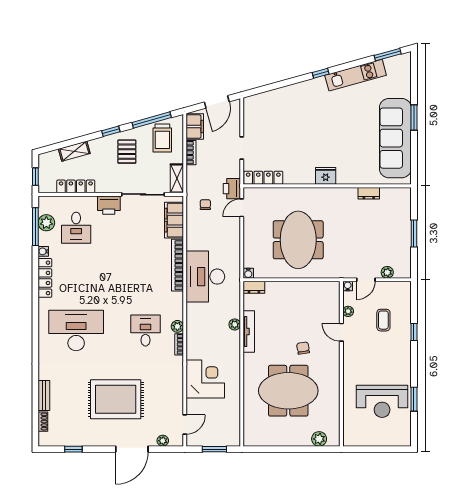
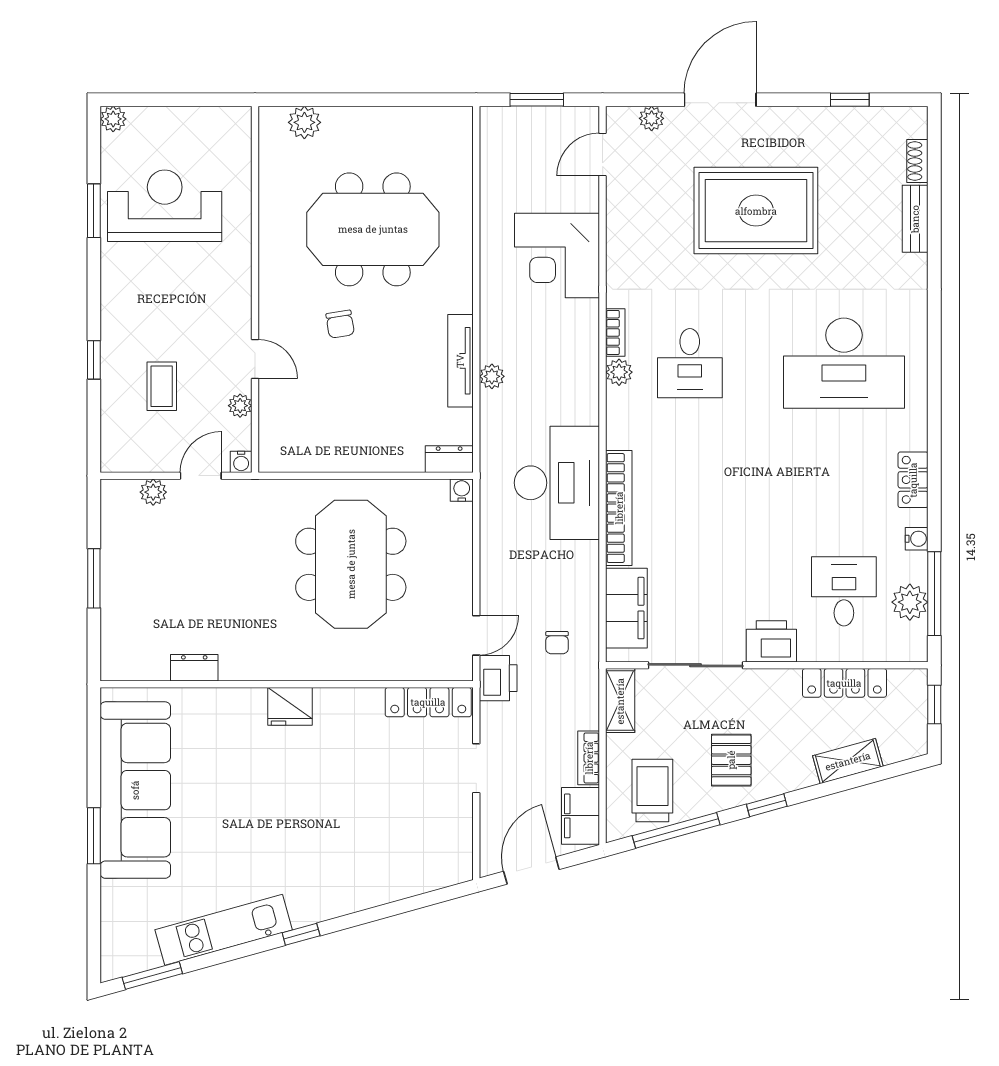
locker: (45, 278) -> (913, 480), width x0.66
plant: (405, 440) -> (113, 119), added

